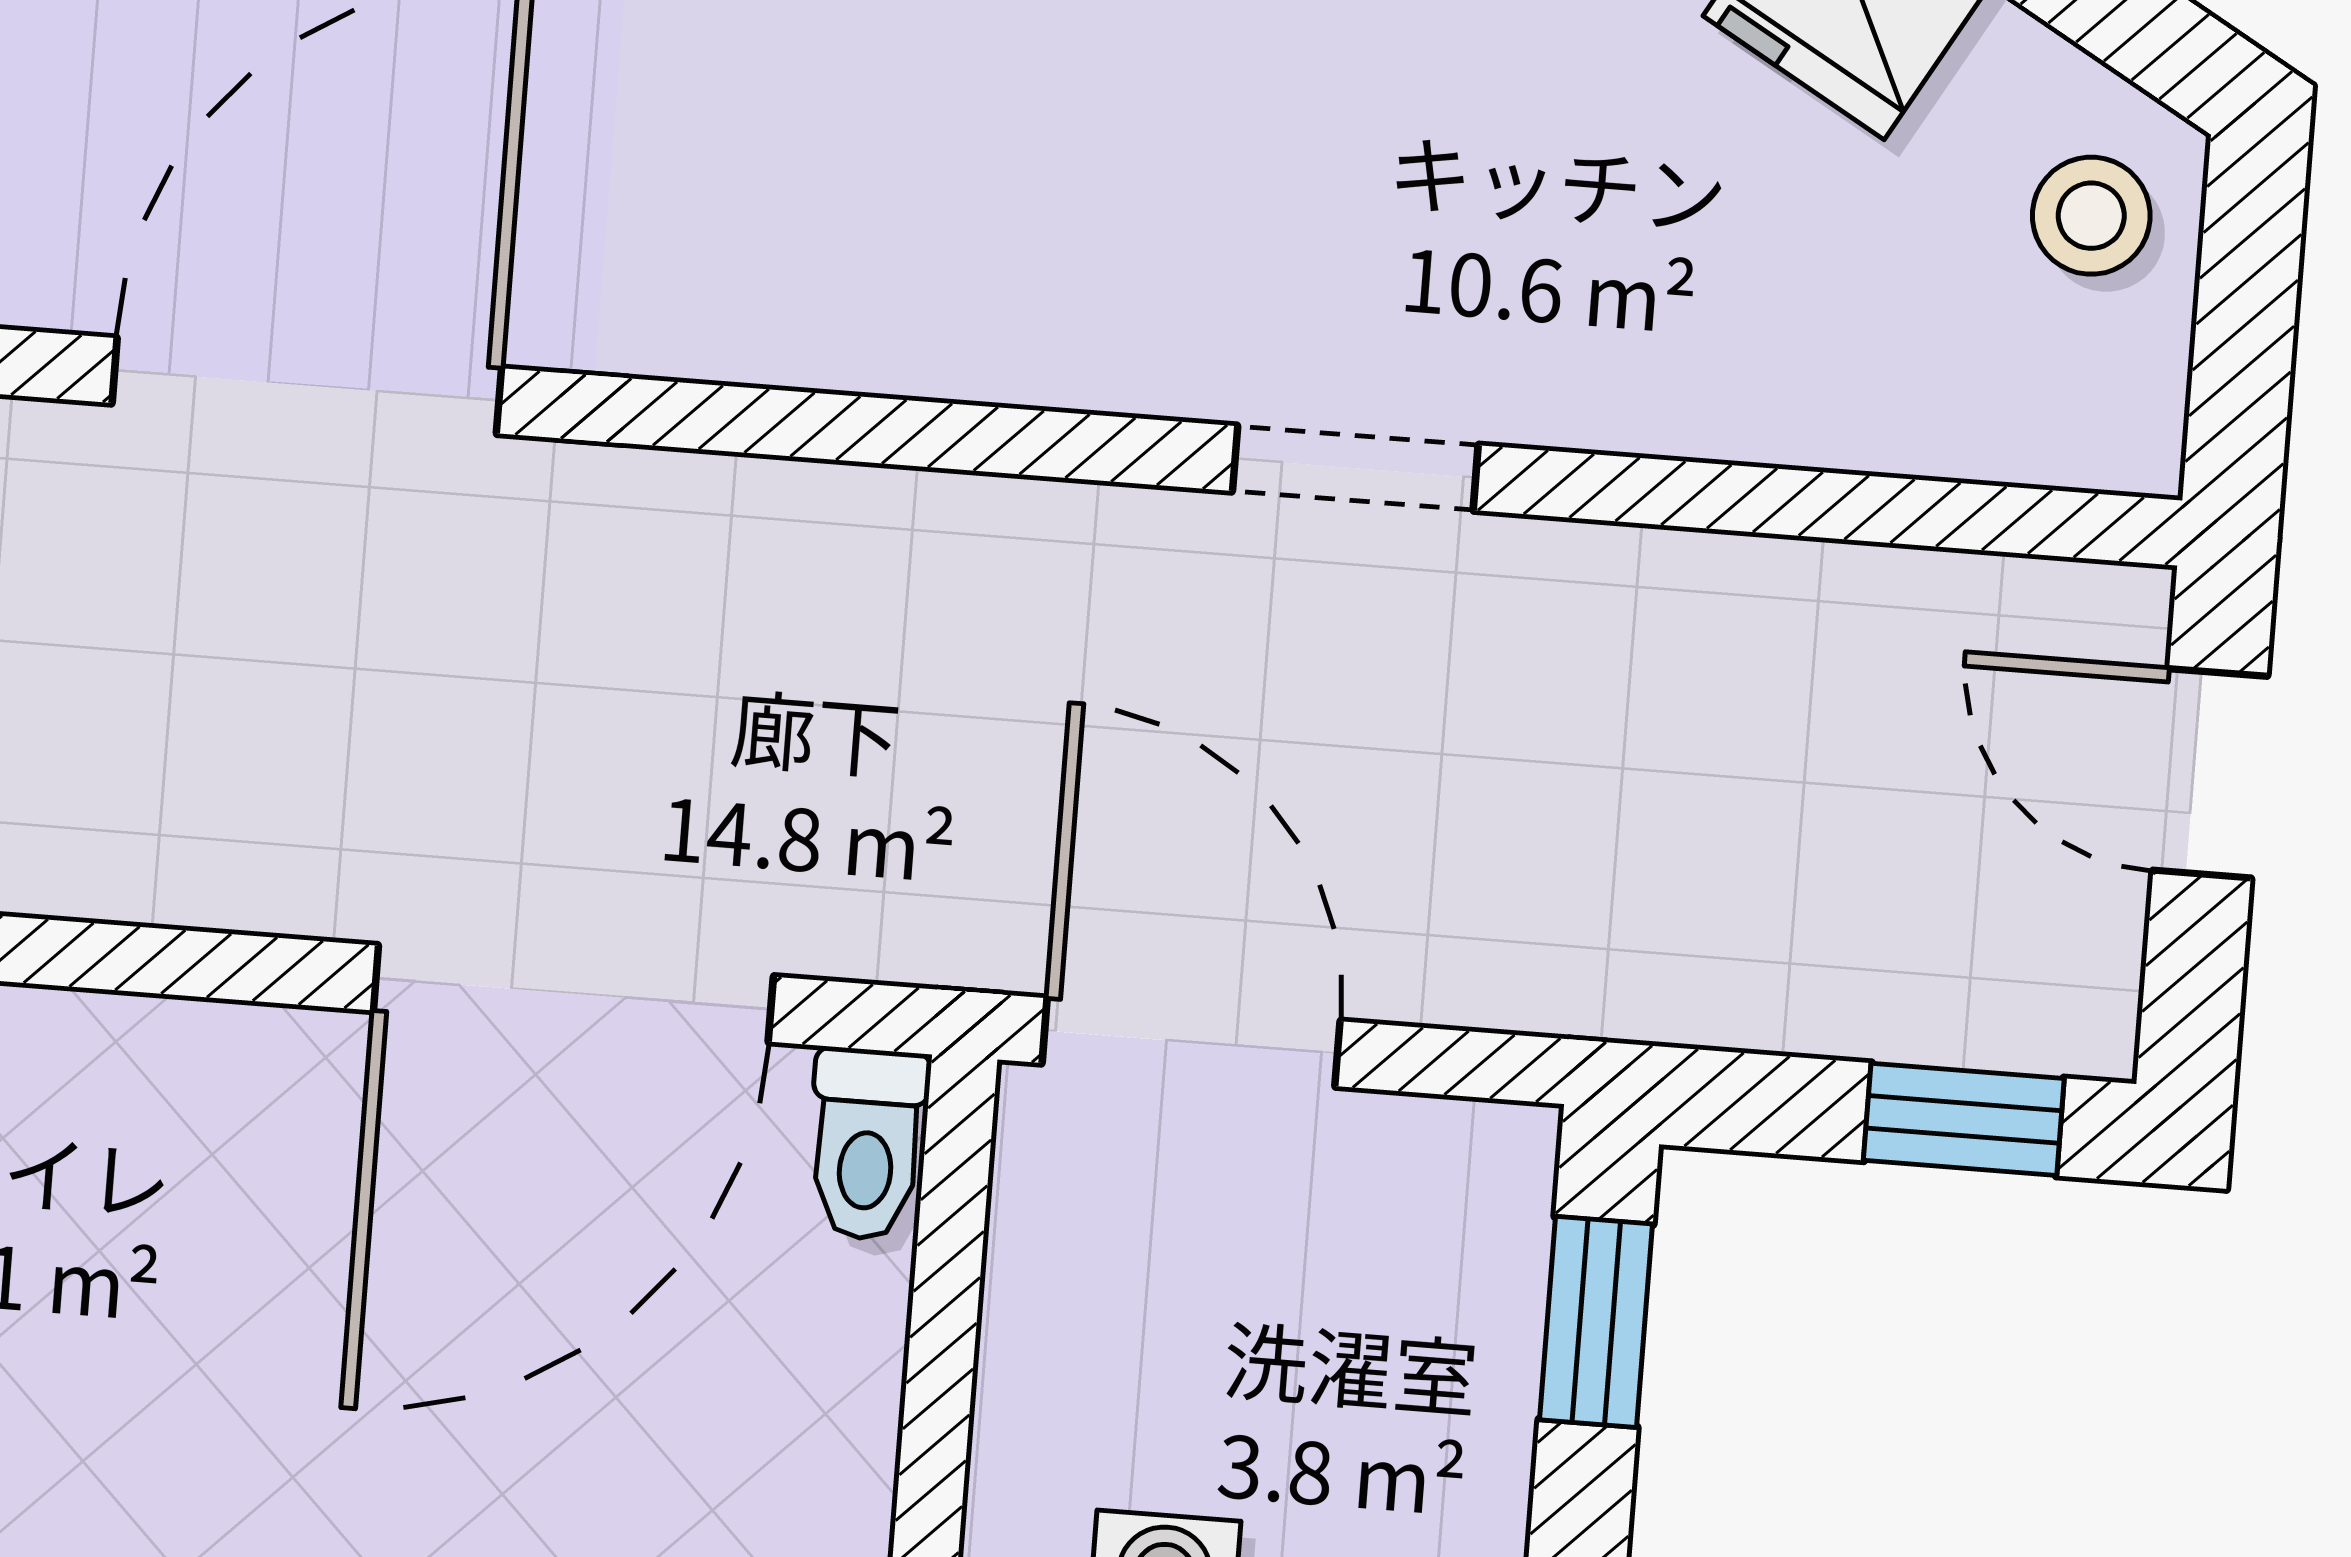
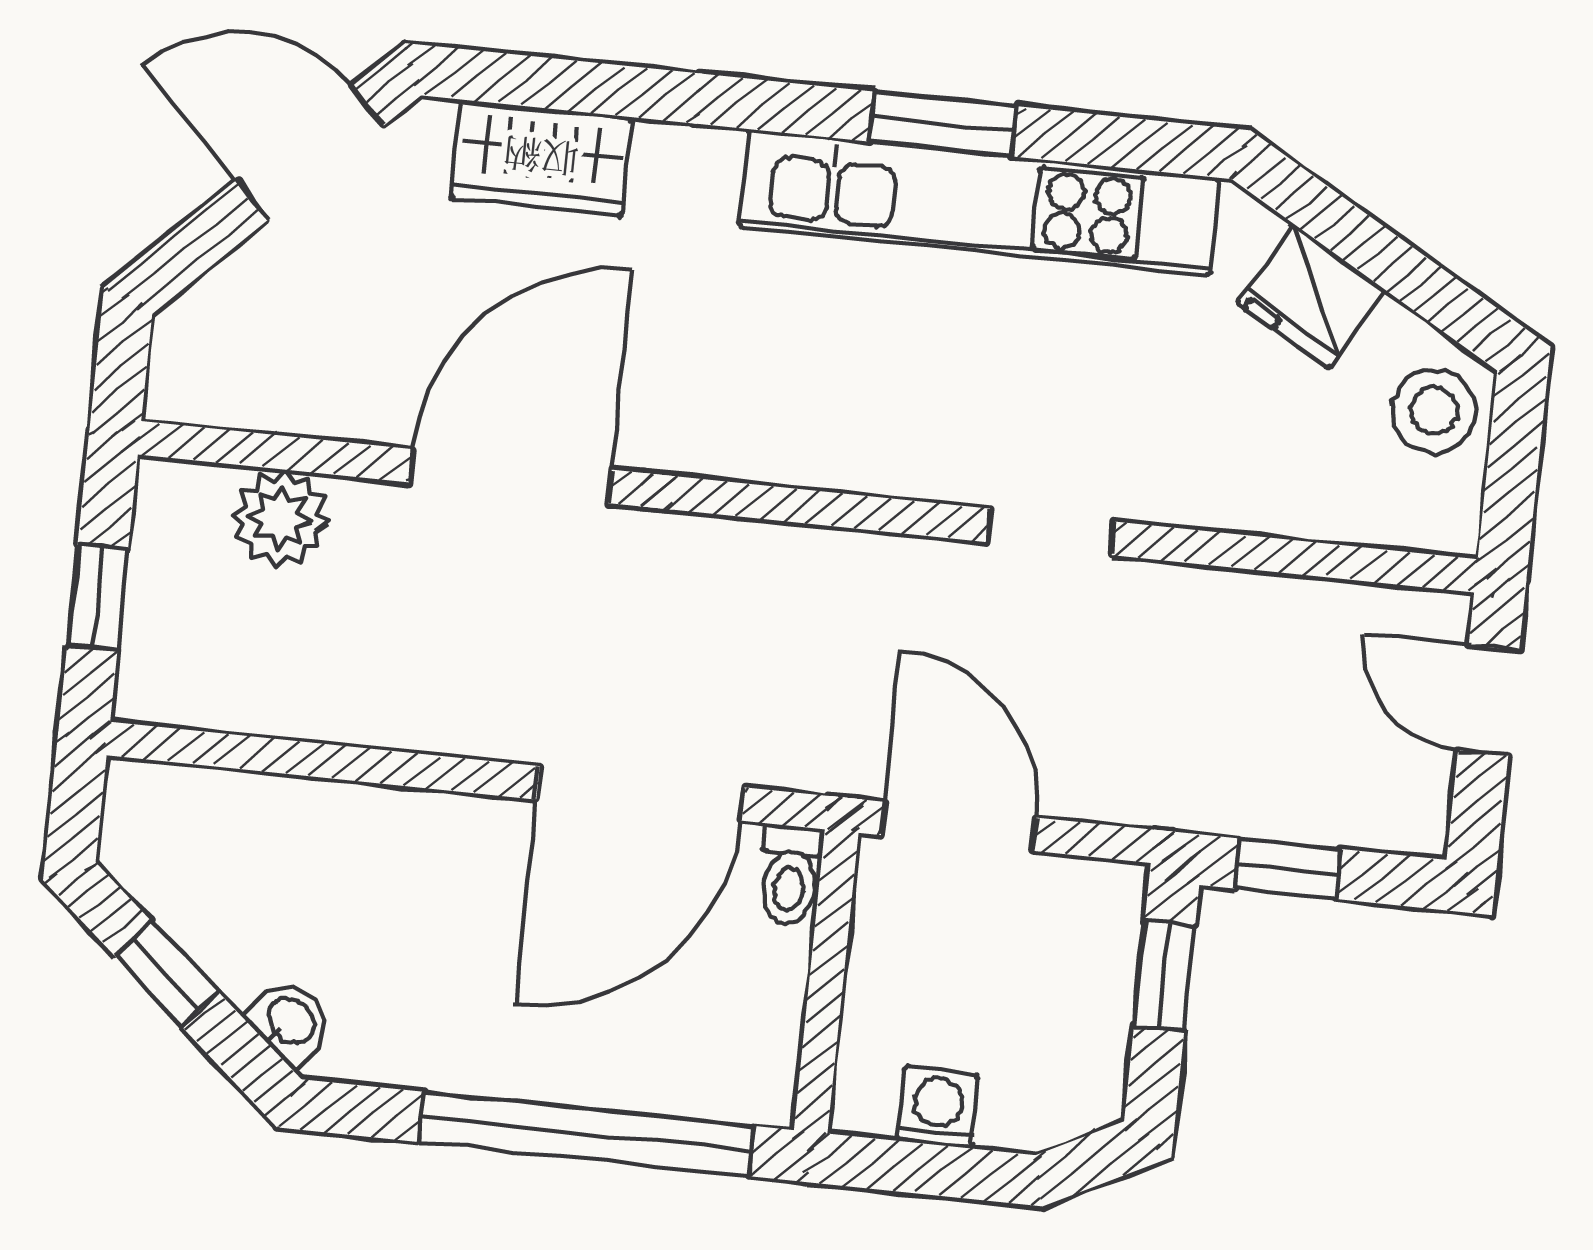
stool: (2091, 216) -> (1434, 411), width x1.37, depth x1.37
window: (1964, 1119) -> (1288, 869), moved

